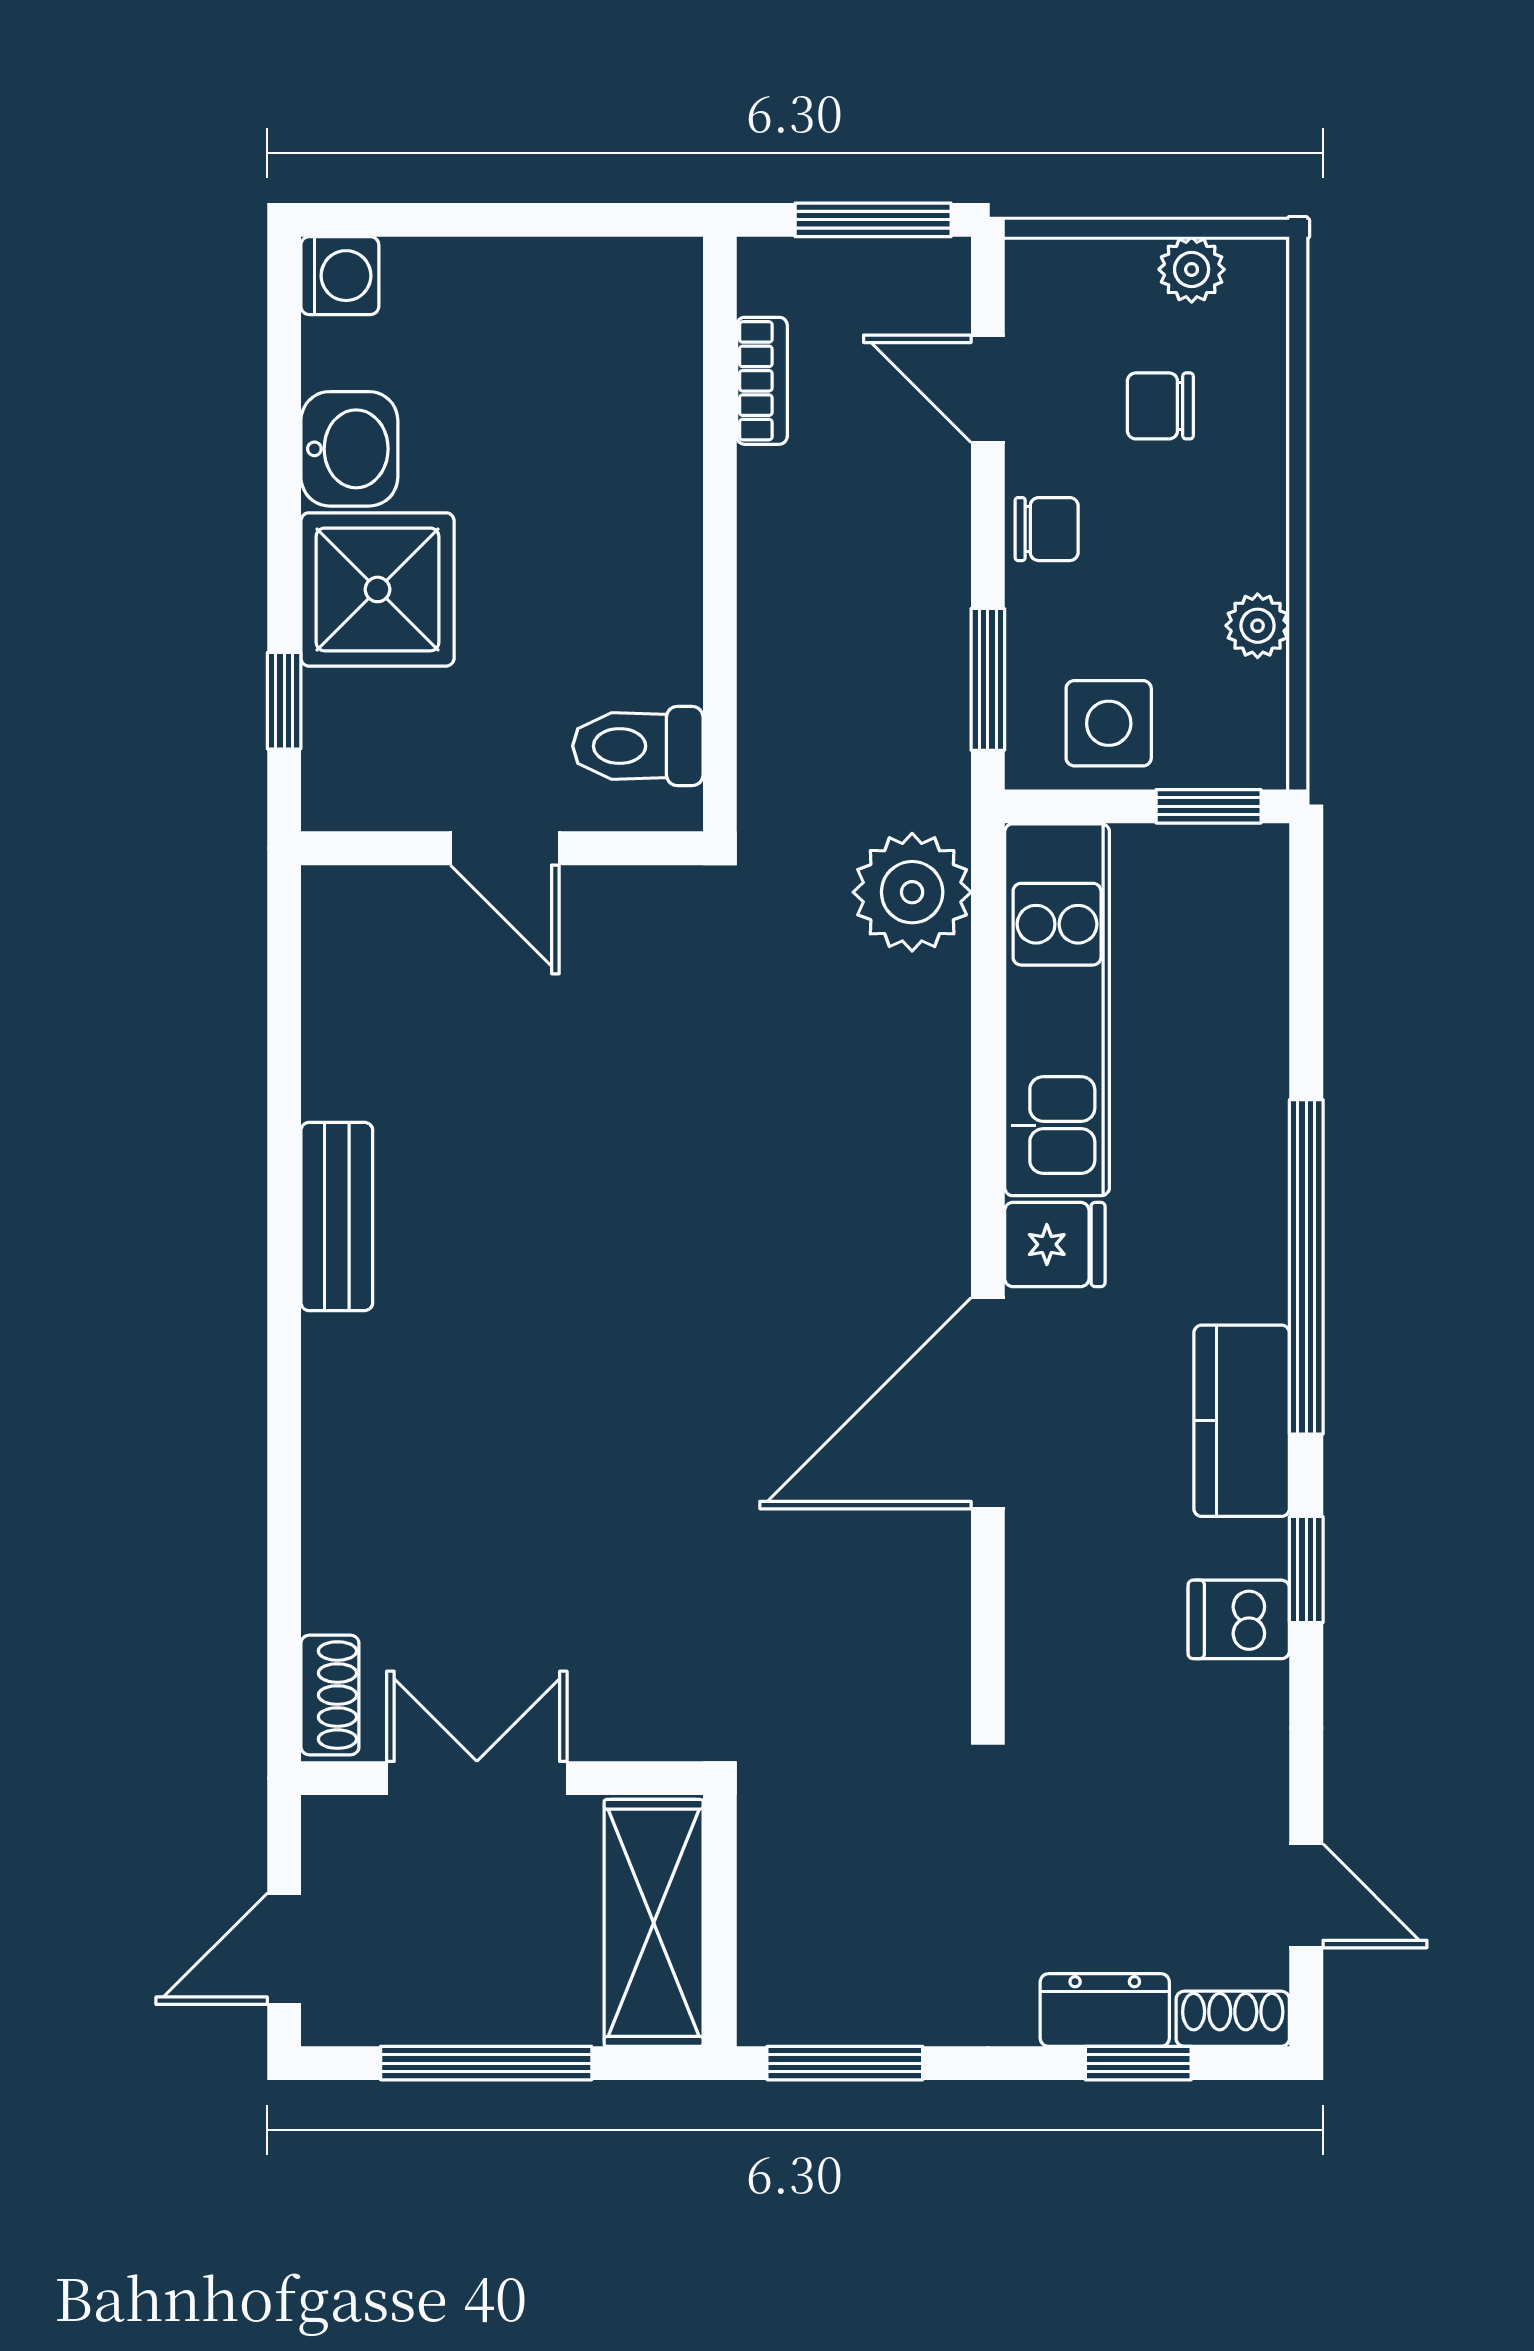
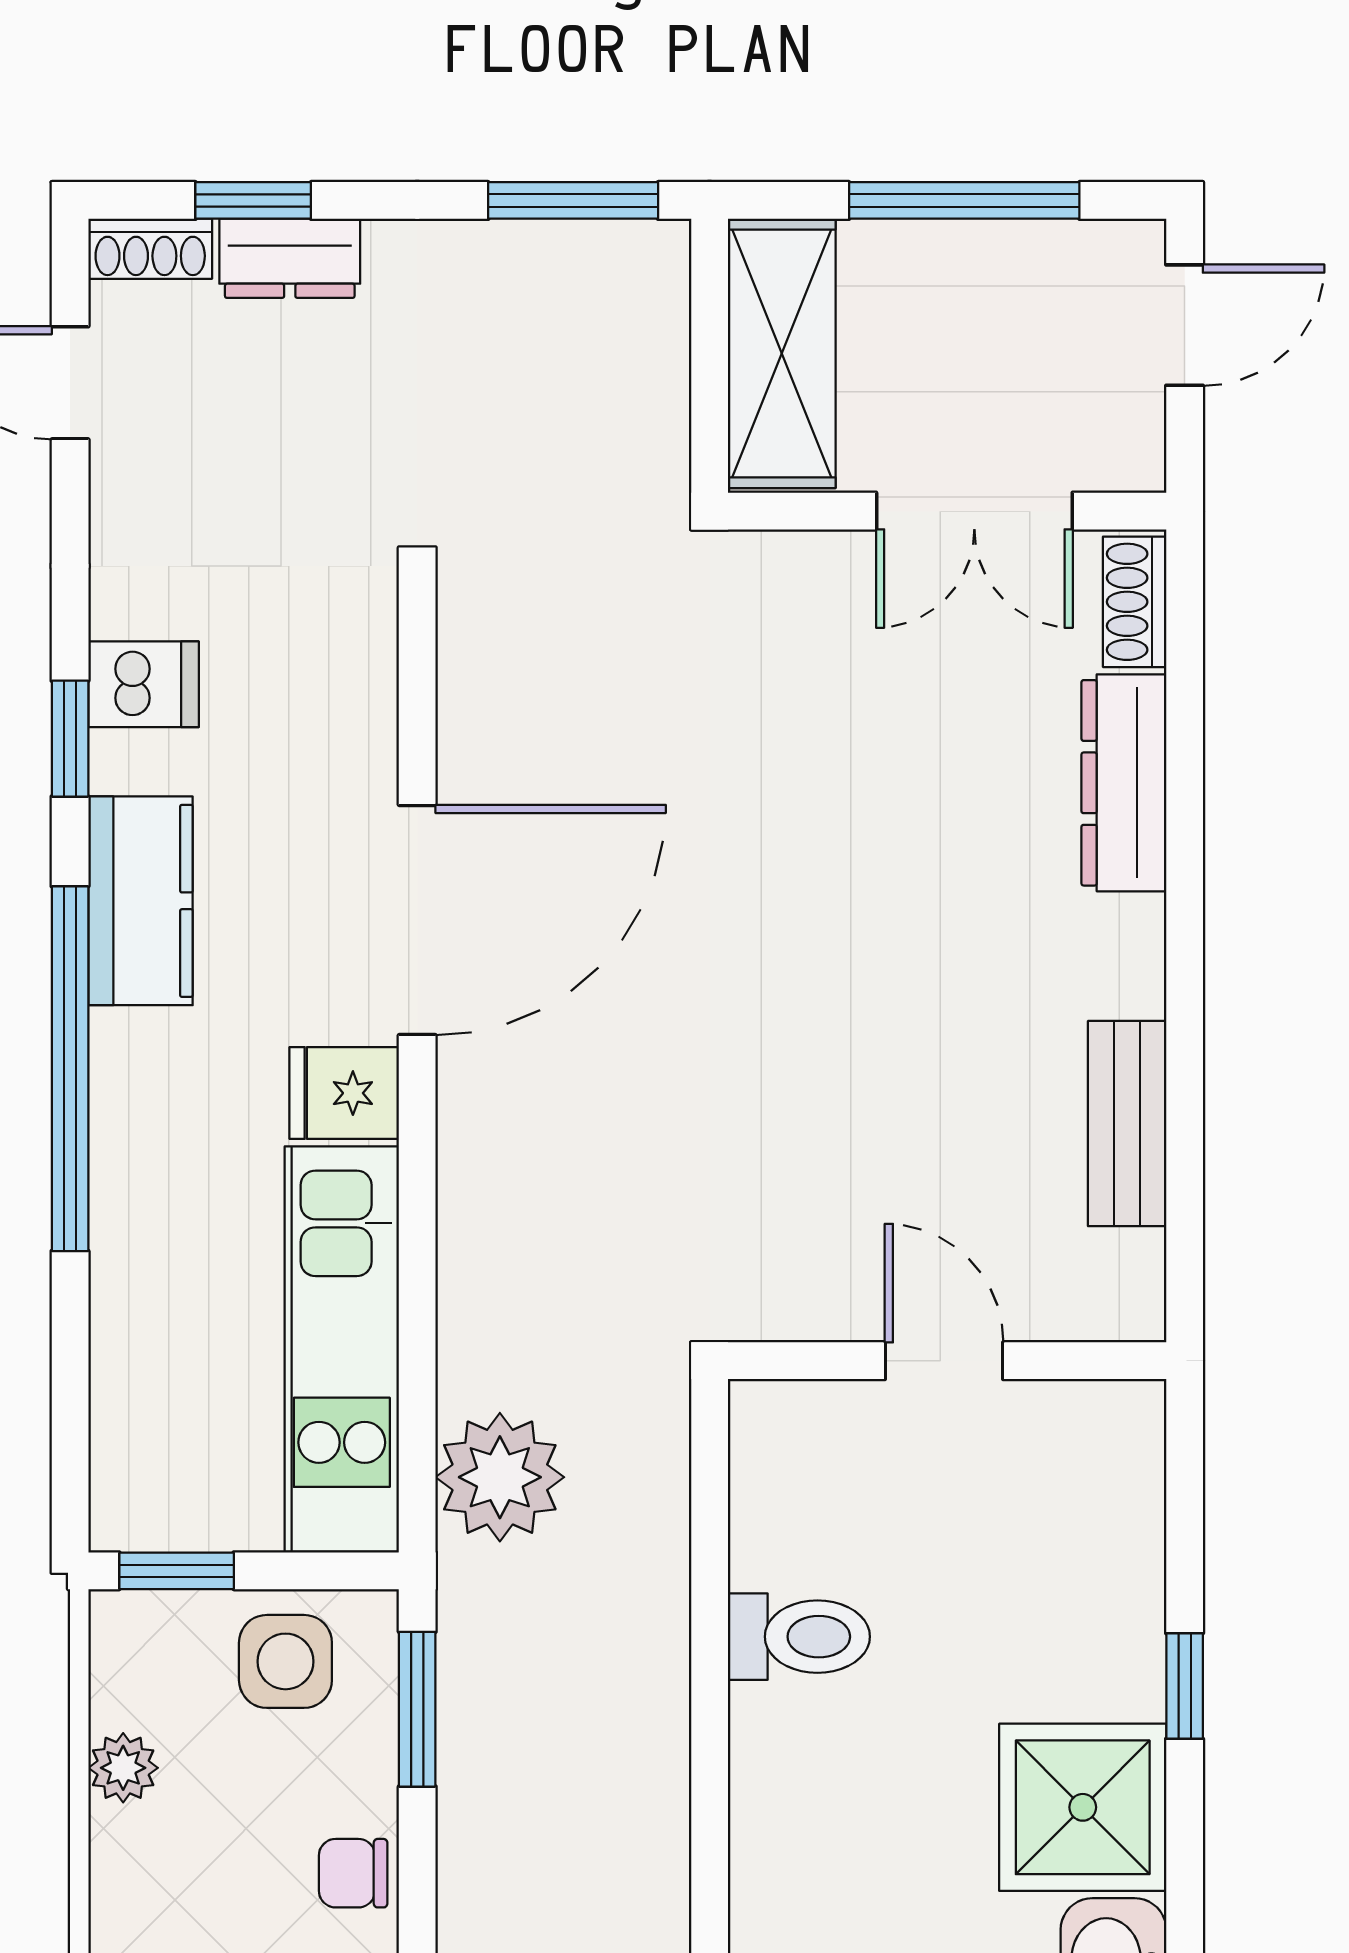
wall: (502, 848) -> (947, 1361), moved
door: (505, 848) -> (944, 1361), moved
dresser: (340, 1529) -> (1124, 783), added

